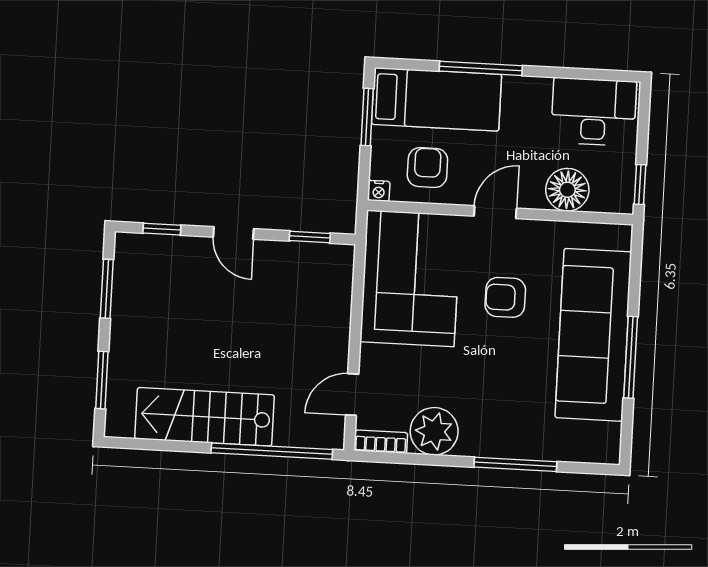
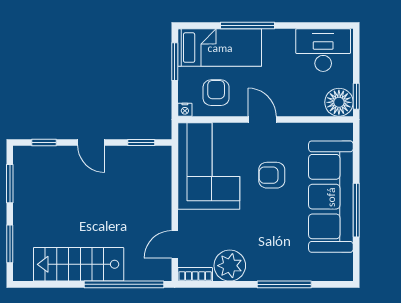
floor lamp: (567, 190) -> (339, 102), moved
door: (495, 212) -> (262, 120), hinge flipped

